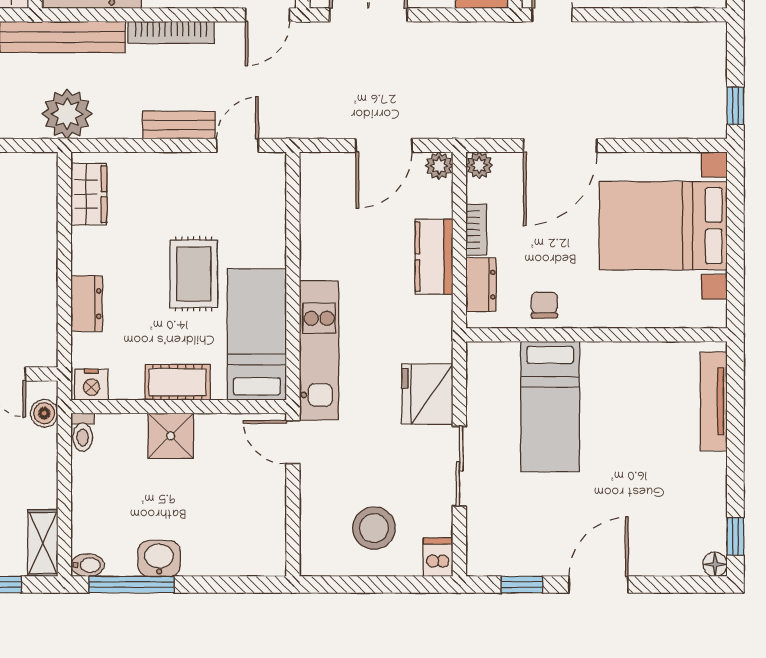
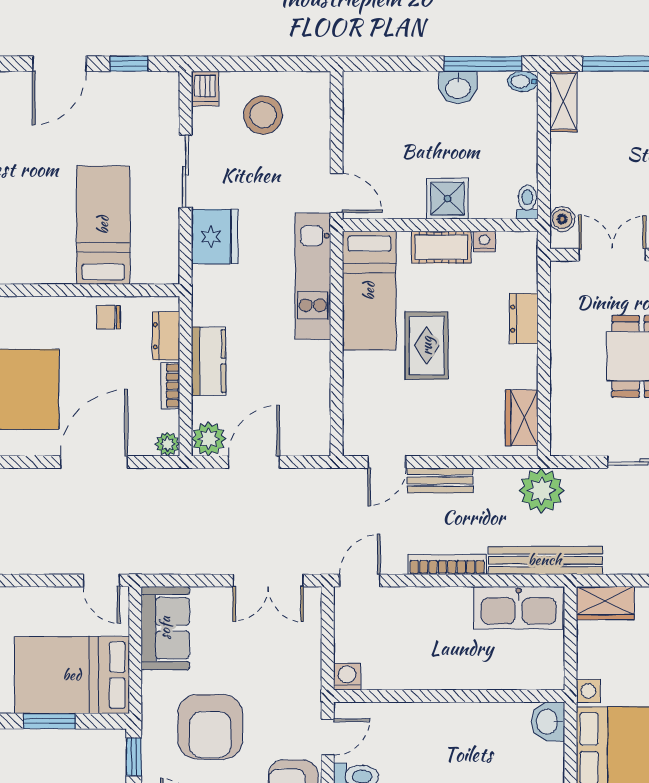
plant: (439, 166) -> (209, 439), width x1.38, depth x1.38
chair: (544, 305) -> (109, 317), turned 90
nightstand: (91, 385) -> (484, 241), moved, width x0.72, depth x0.74

